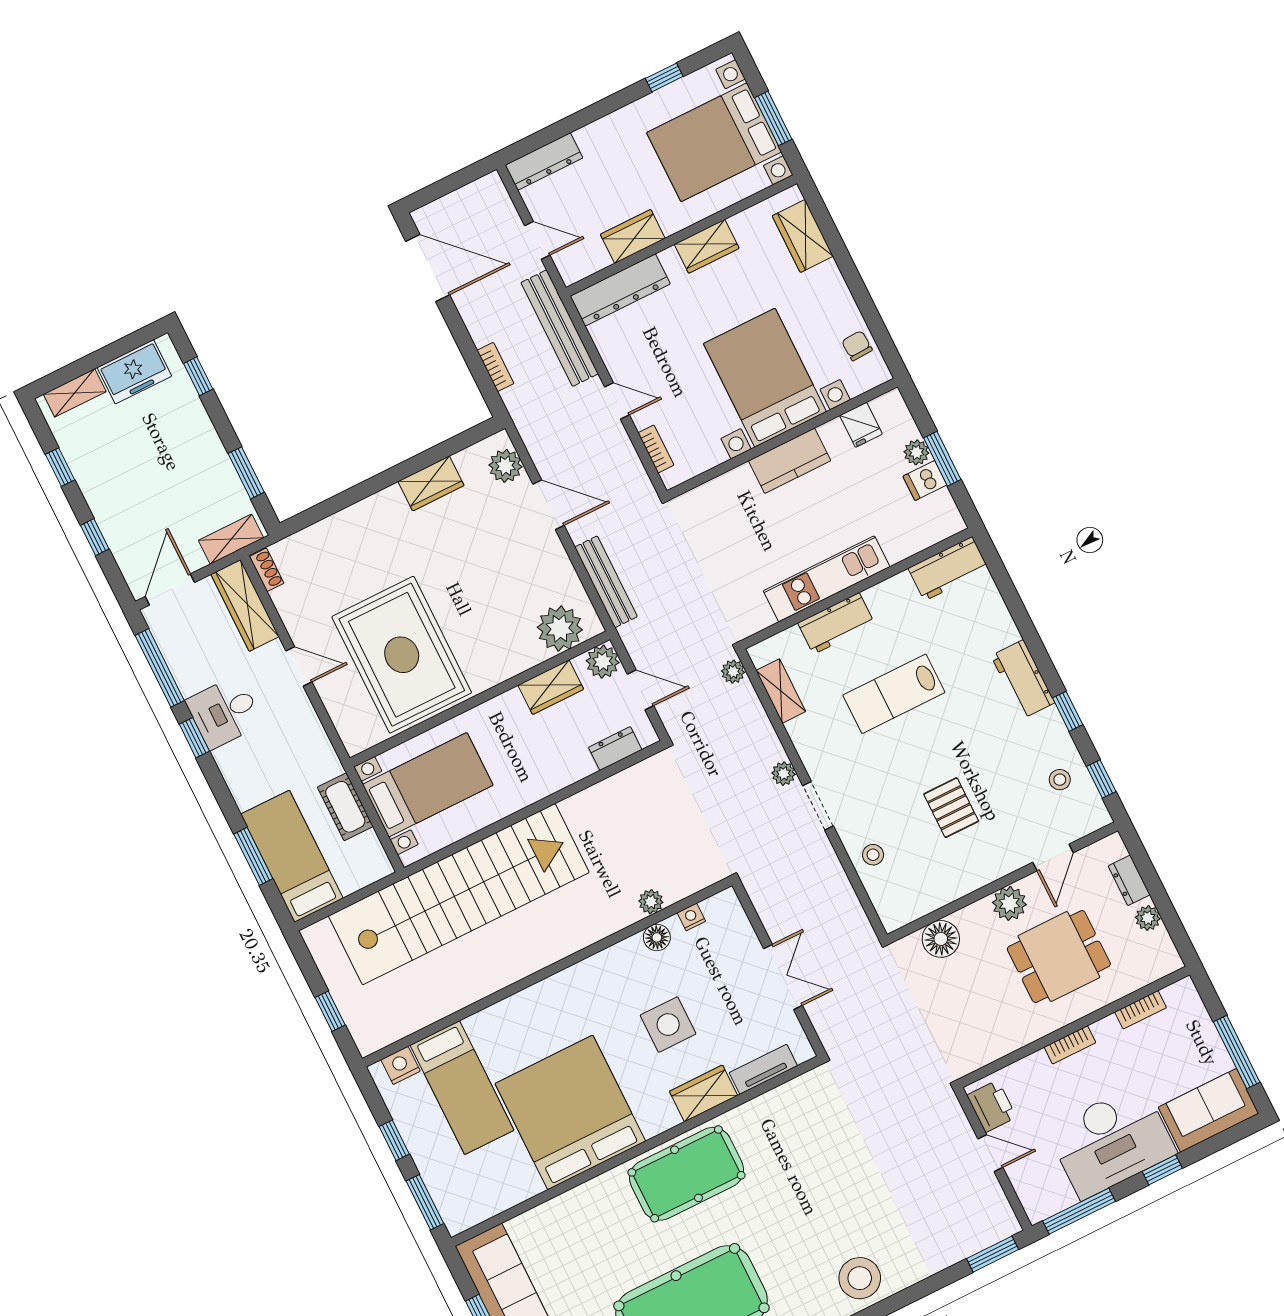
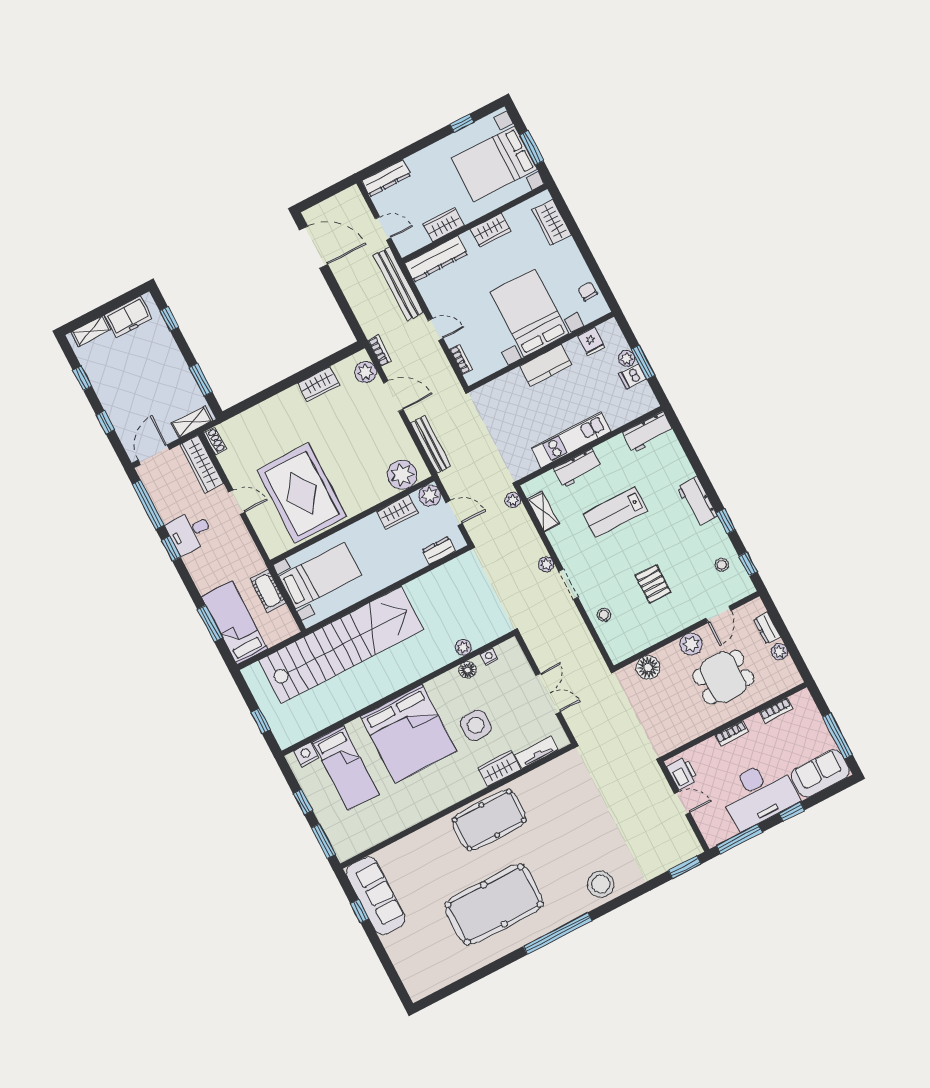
bookcase: (495, 367) -> (380, 351), moved
bed: (570, 1112) -> (409, 734), moved, turned 180

